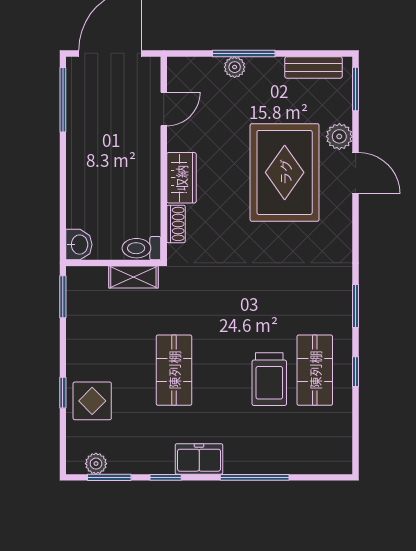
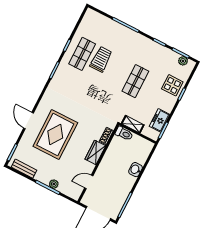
plant: (339, 136) -> (28, 138), removed
washbasin: (79, 245) -> (136, 170), moved
freezer: (199, 459) -> (160, 120), moved, turned 90

